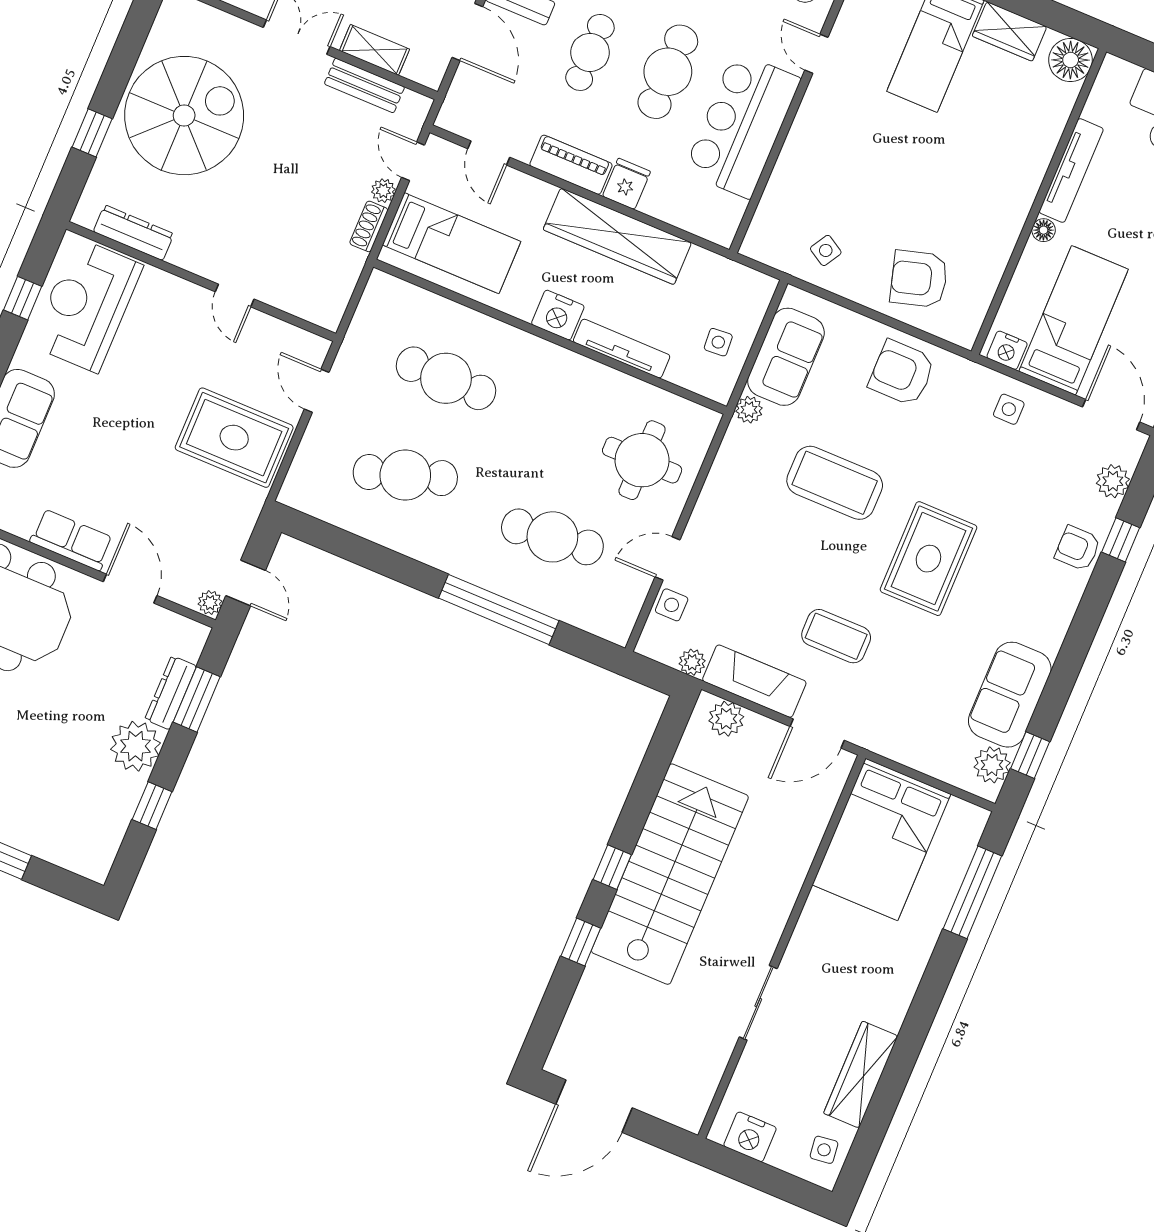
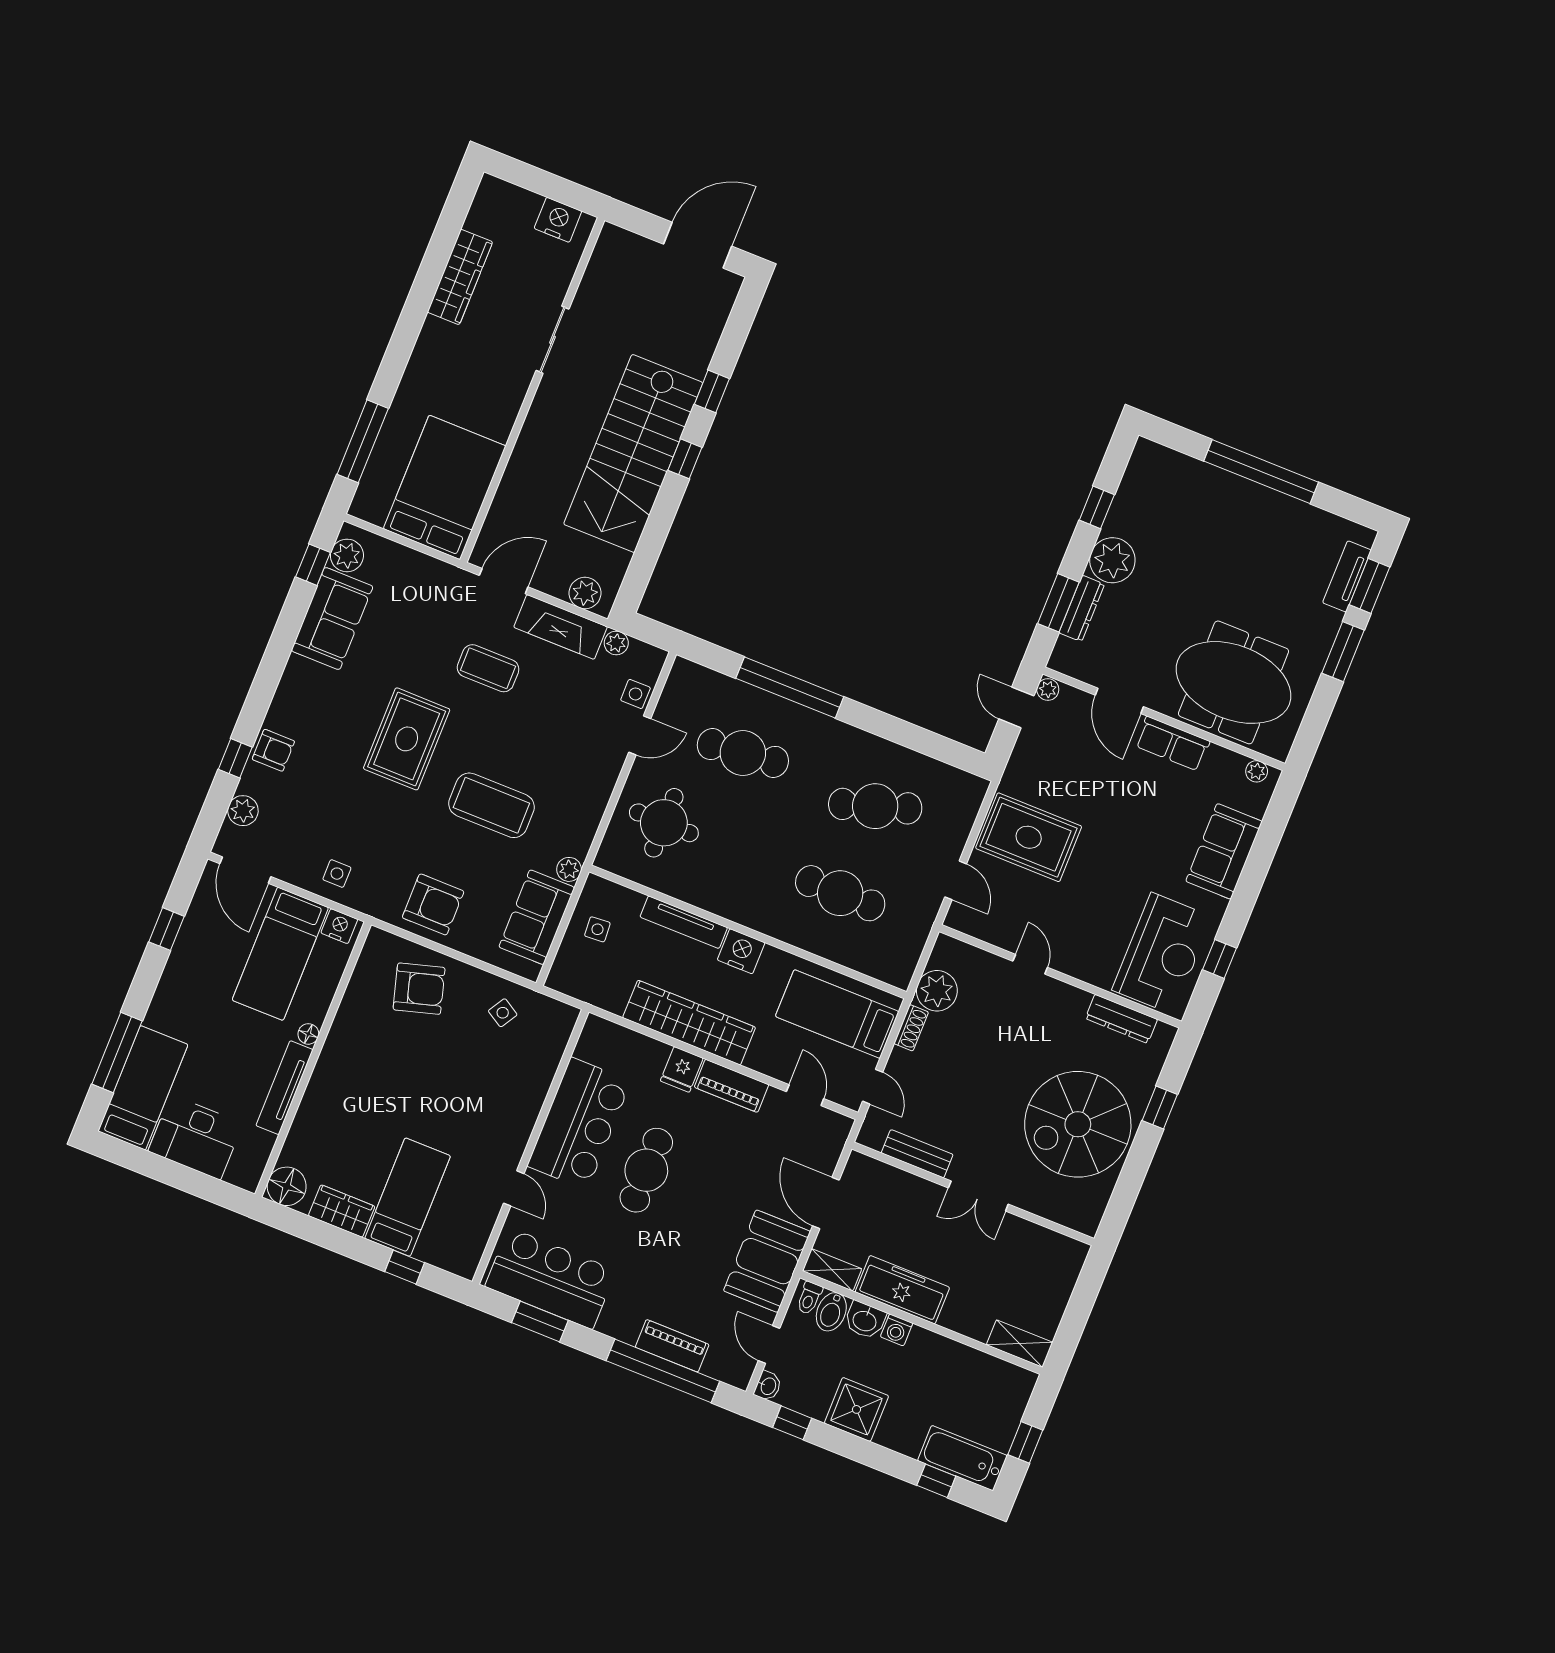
shelving: (374, 50) -> (909, 1186), removed
cafe table: (590, 52) -> (716, 1186), removed
plant: (383, 191) -> (937, 991), moved, width x1.88, depth x1.88
side table: (824, 1150) -> (492, 209), removed

